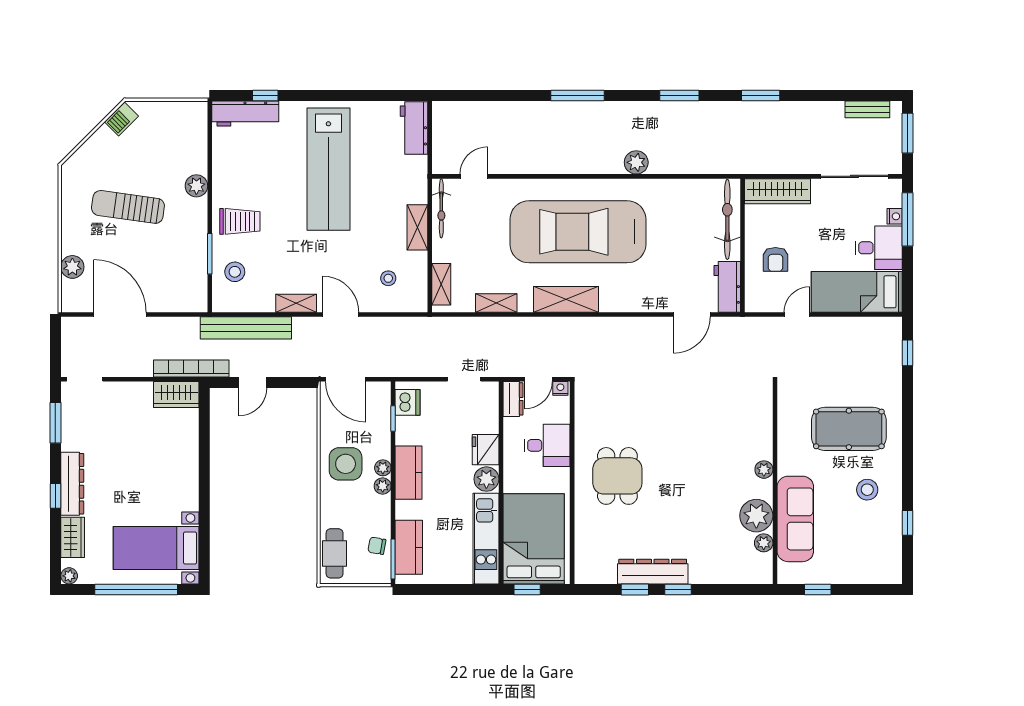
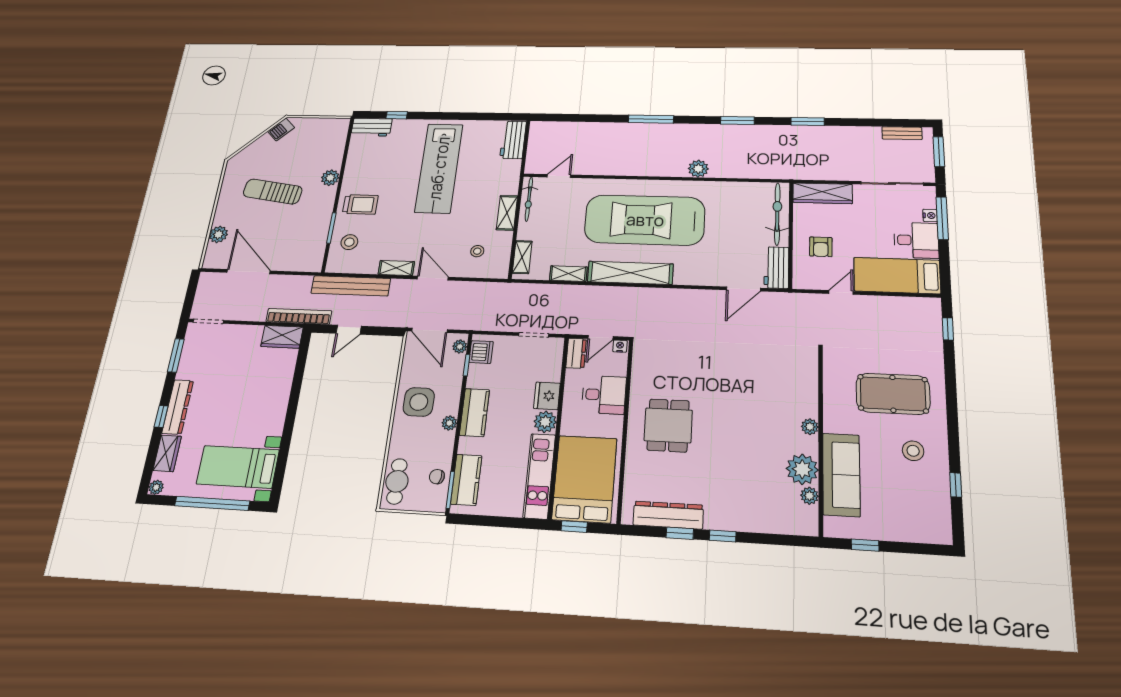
workbench: (245, 113) -> (372, 127), width x0.73
shelving: (566, 299) -> (630, 273), width x1.47
plant: (383, 468) -> (460, 346), moved
dresser: (653, 572) -> (668, 515), moved

